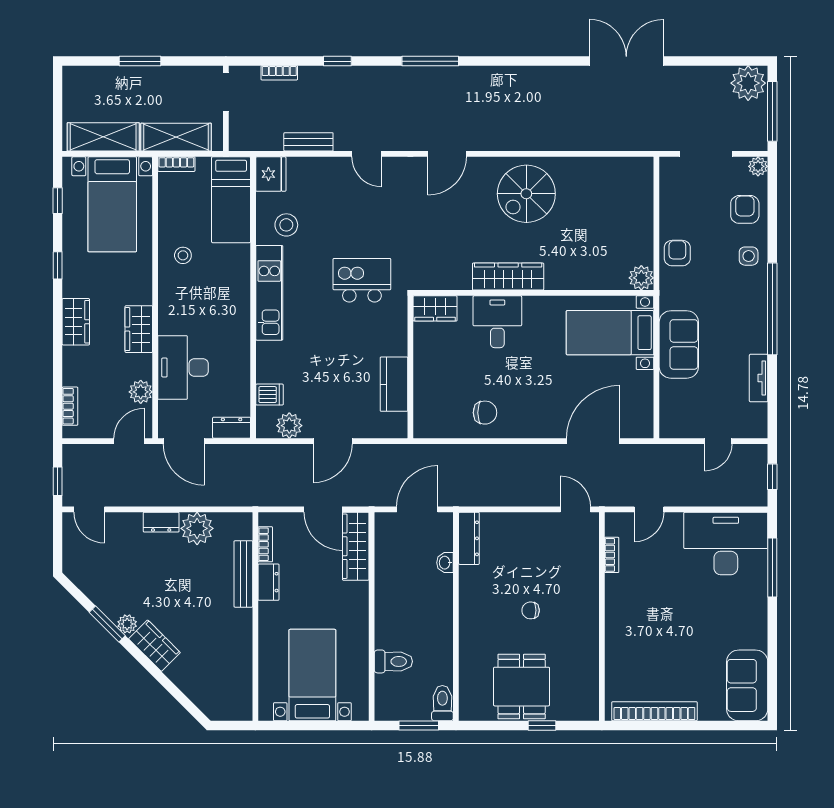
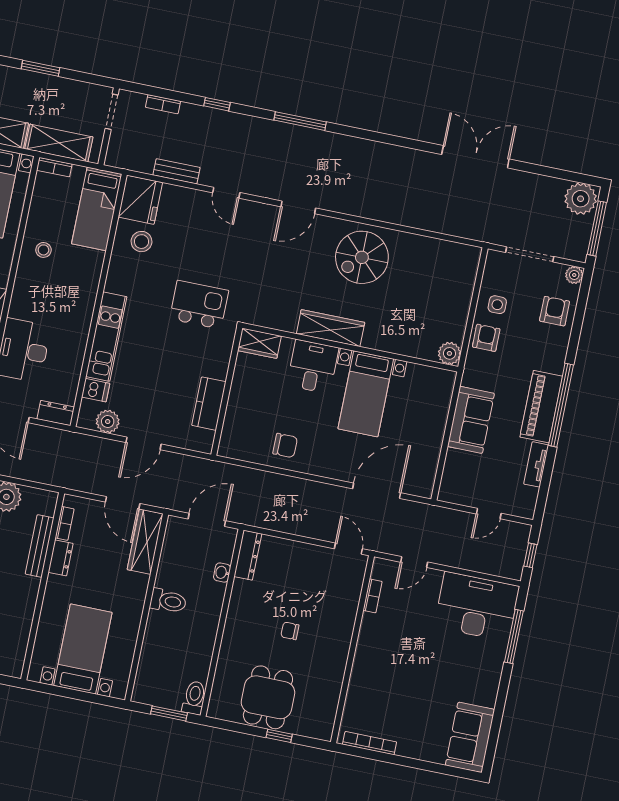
fridge: (271, 174) -> (140, 200), width x1.36, depth x1.34
side table: (749, 256) -> (497, 305), moved
kitchen unit: (269, 293) -> (106, 337), moved
piano: (751, 315) -> (541, 407), added
bed with nightstands: (610, 333) -> (366, 394), moved, turned -90
toilet: (393, 661) -> (168, 601), moved
bookcase: (654, 711) -> (370, 743), width x0.68, depth x0.76

